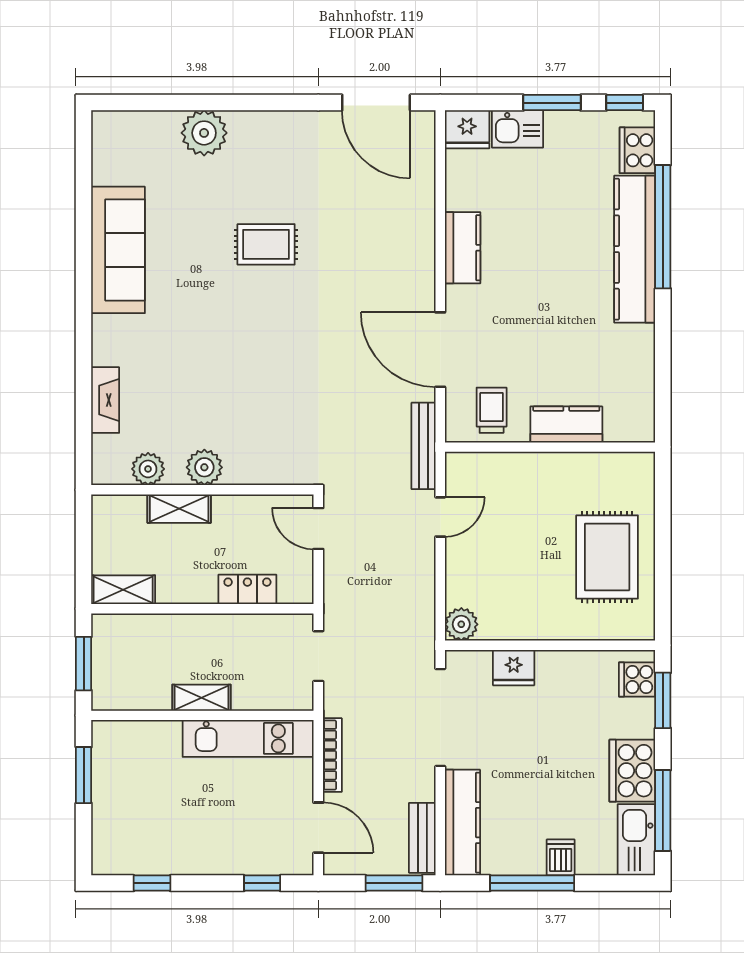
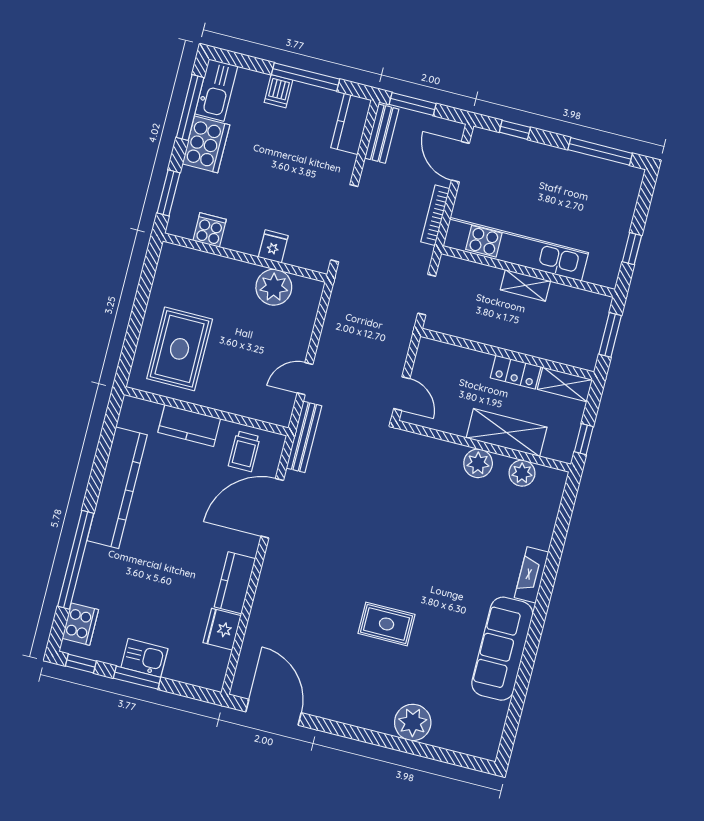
fridge: (467, 129) -> (222, 629), moved, turned -90
kitchen sink: (517, 129) -> (144, 658), moved
kitchen counter: (635, 249) -> (117, 488), moved
door: (440, 350) -> (272, 508), swing flipped
fireplace: (105, 400) -> (532, 575), moved
shelving: (179, 509) -> (507, 433), width x1.50, depth x1.33
window: (84, 529) -> (584, 439), added
rug: (607, 557) -> (180, 349), moved
locker: (247, 589) -> (516, 372), moved
plant: (461, 624) -> (274, 287), moved, width x1.36, depth x1.36
fridge: (514, 668) -> (273, 246), width x0.72
cooker: (637, 679) -> (210, 230), moved, turned -90
kitchen unit: (248, 738) -> (516, 249), width x1.36
window: (84, 775) -> (632, 249), width x0.67
kitchen counter: (462, 823) -> (351, 124), width x0.67
window: (152, 883) -> (600, 151), width x2.17

